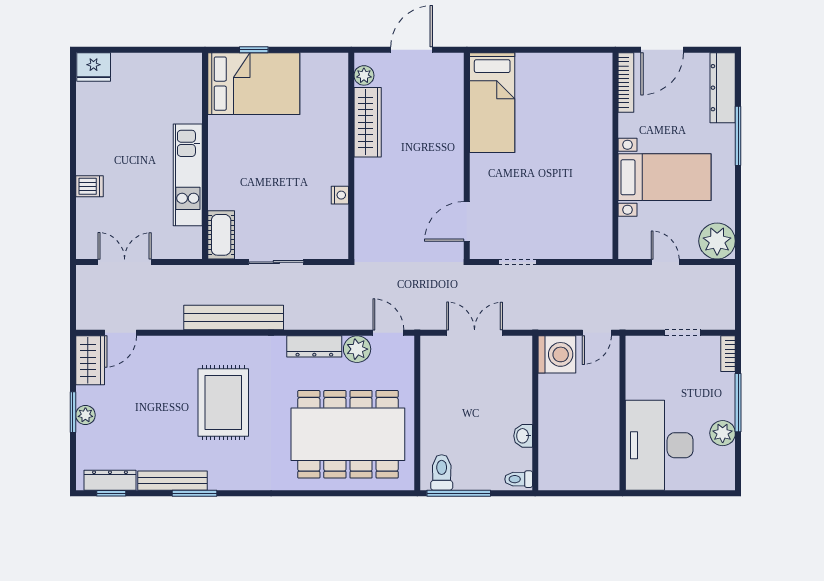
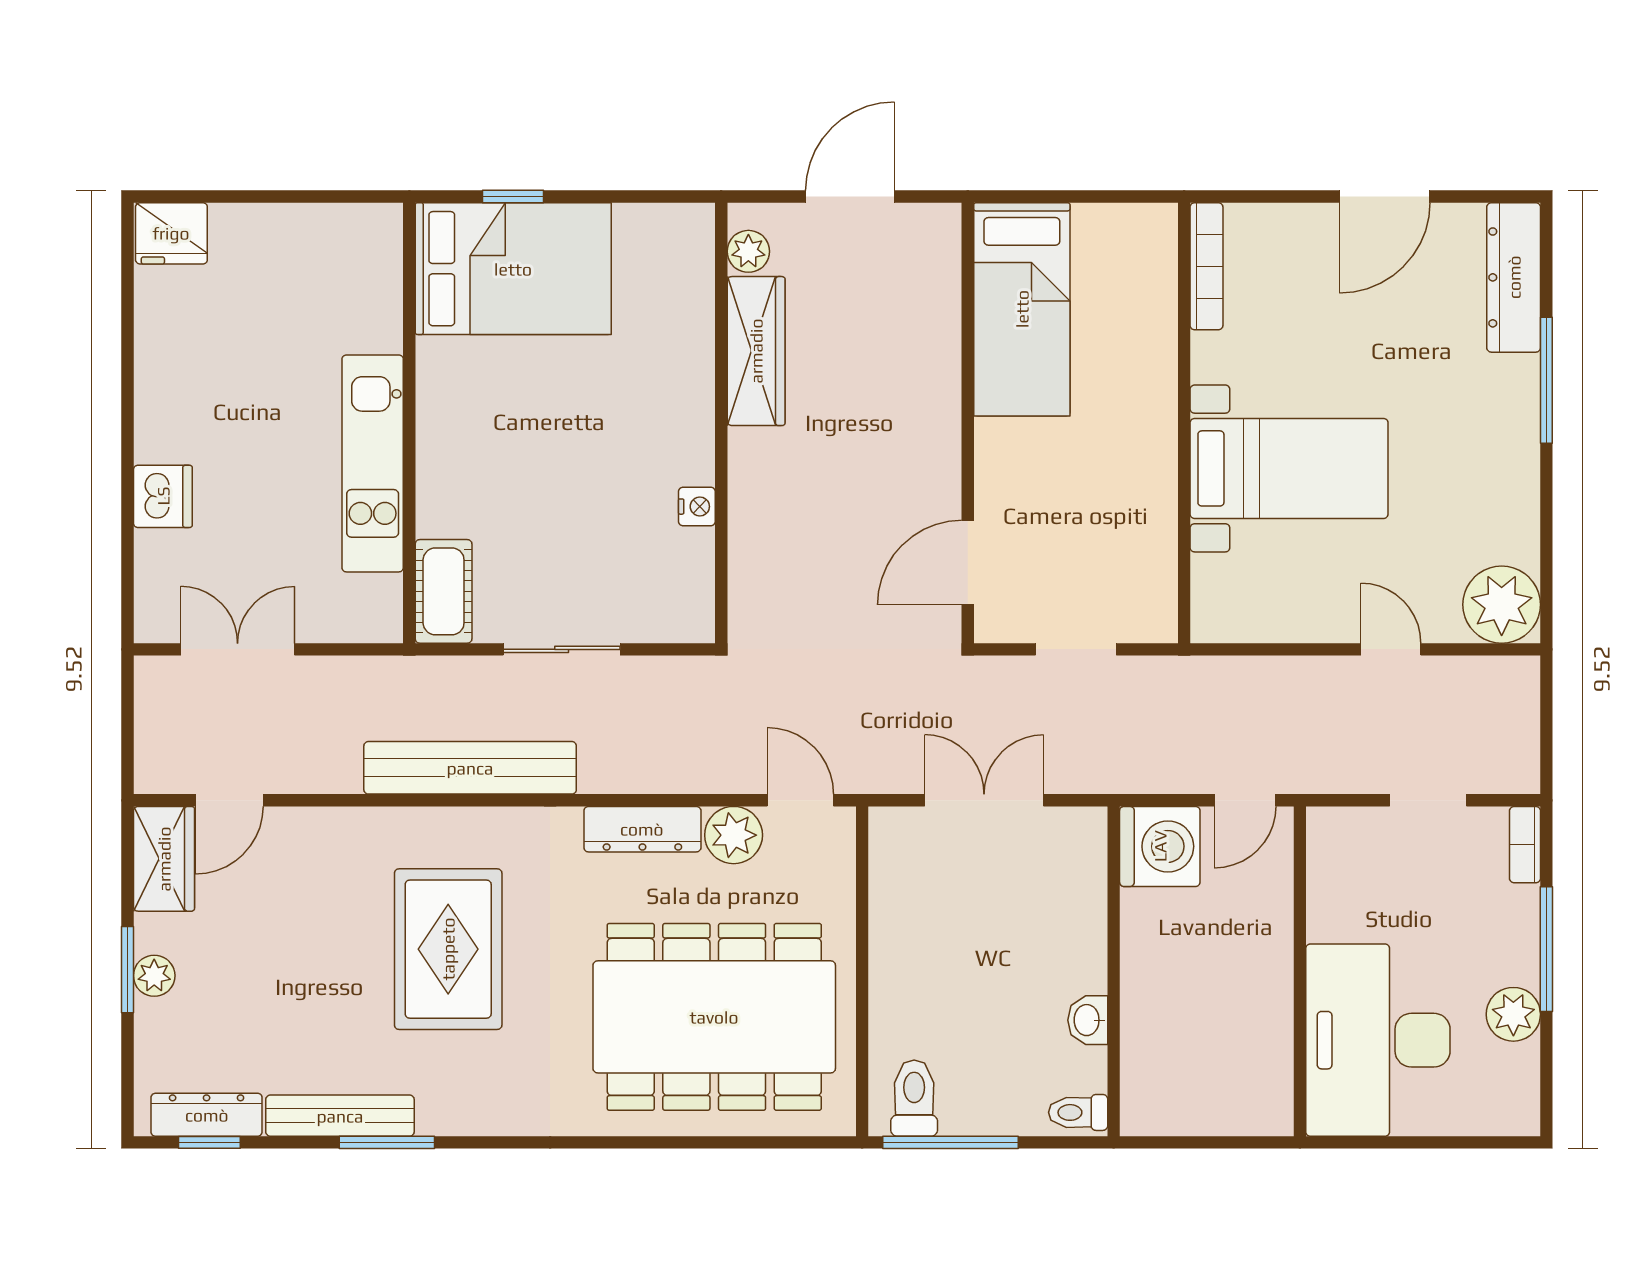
bookcase: (626, 82) -> (1206, 266), moved
wall: (615, 156) -> (1184, 423), moved
bed with nightstands: (665, 177) -> (1289, 468), moved
dishwasher: (90, 186) -> (163, 496), width x1.38

